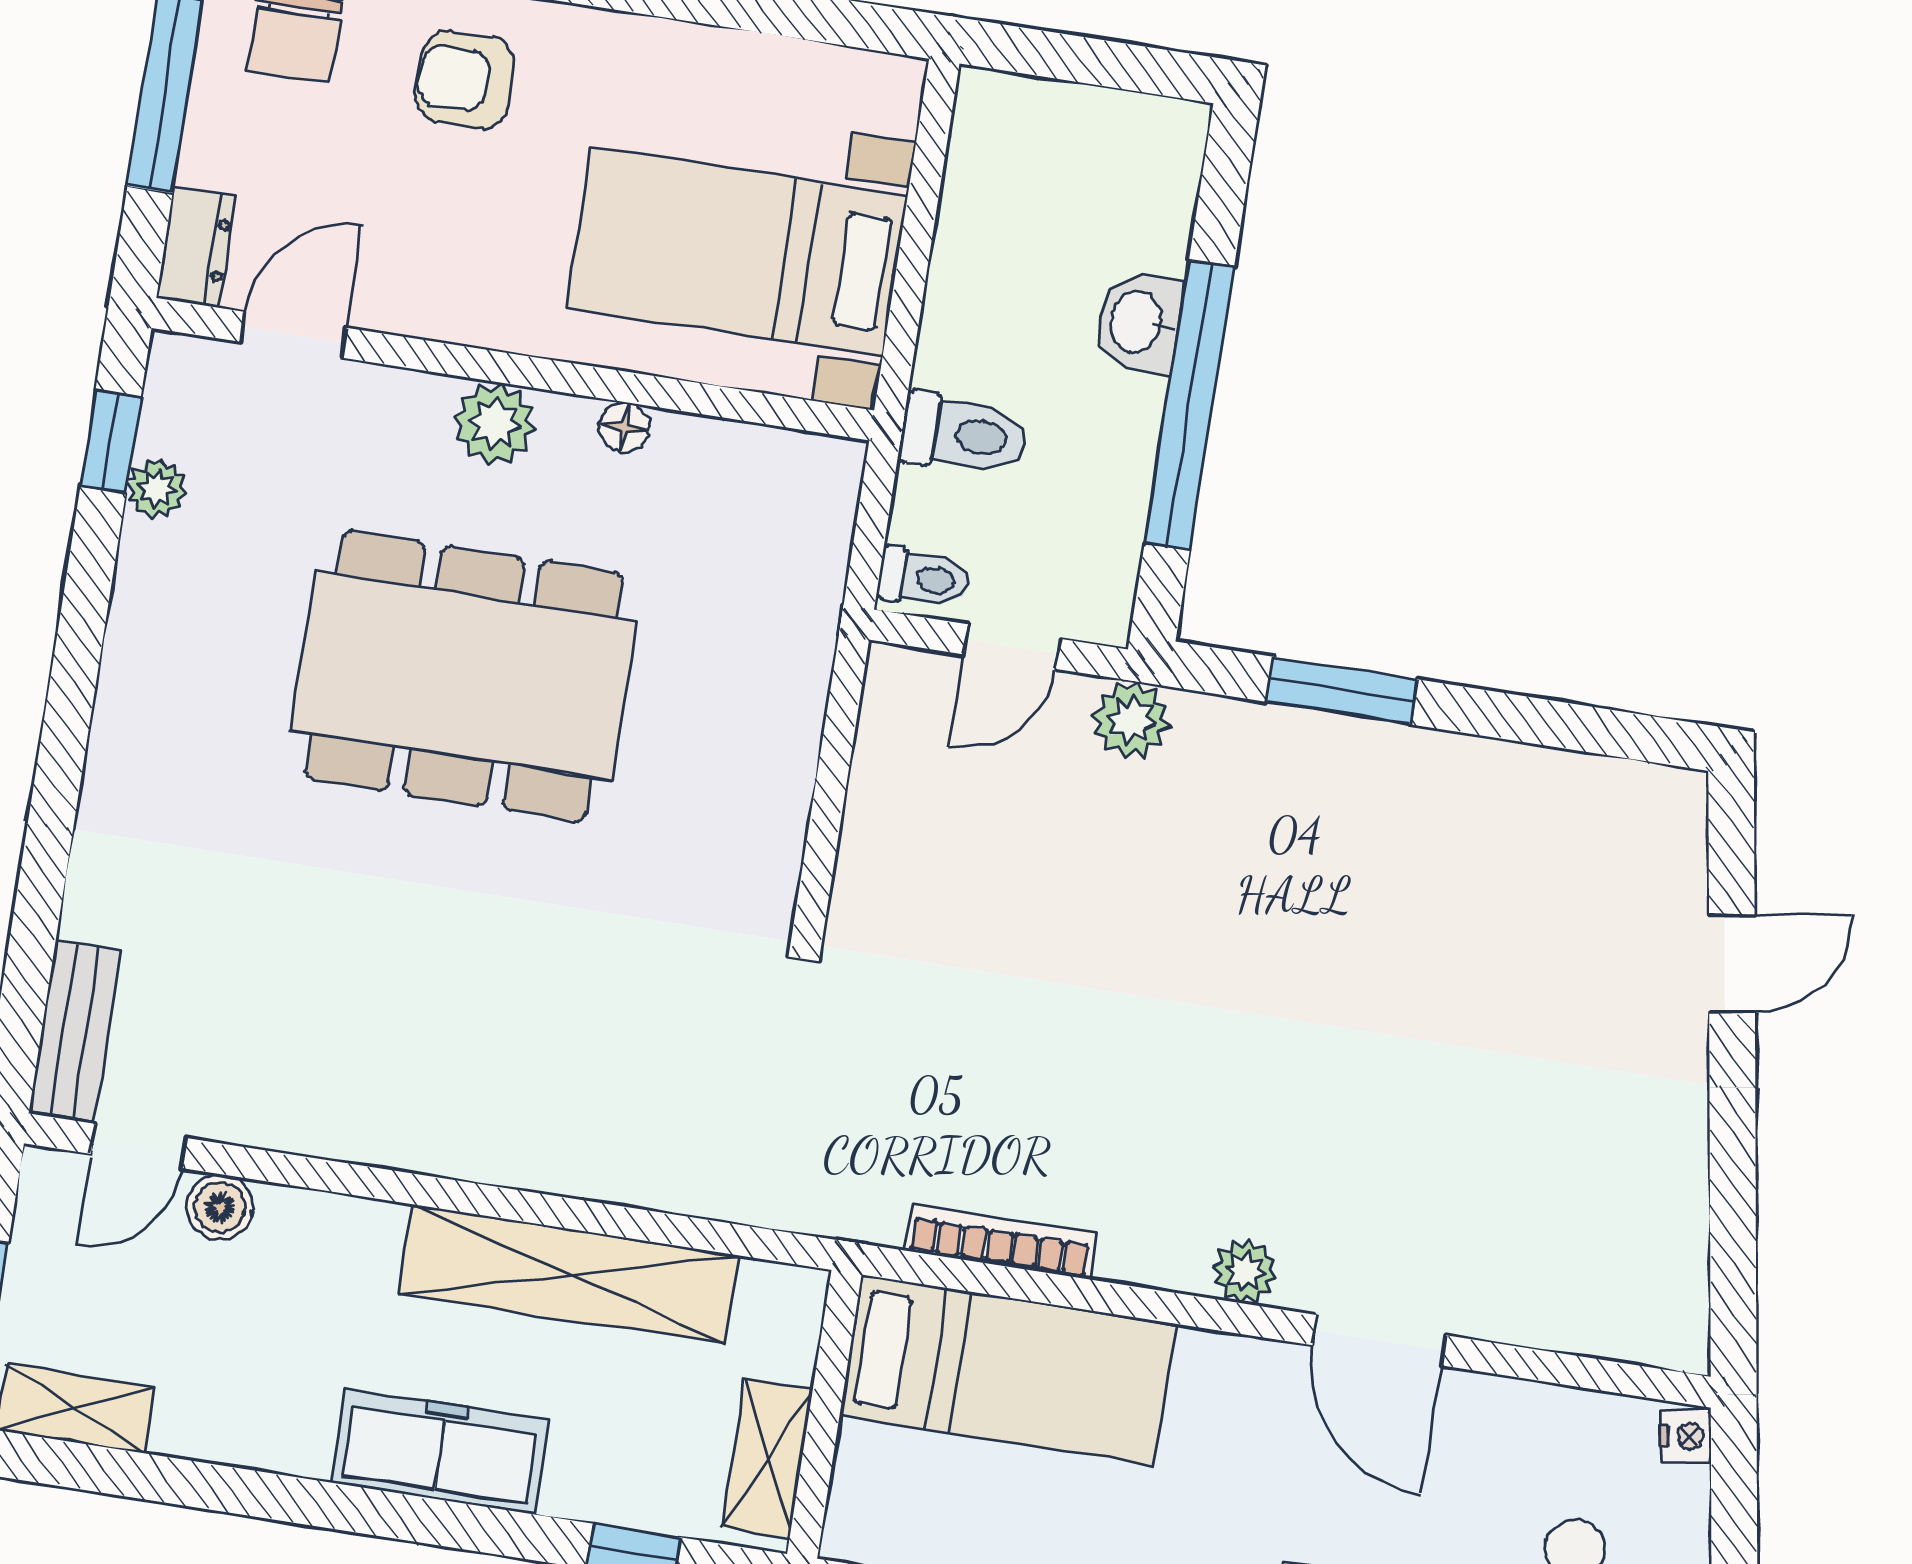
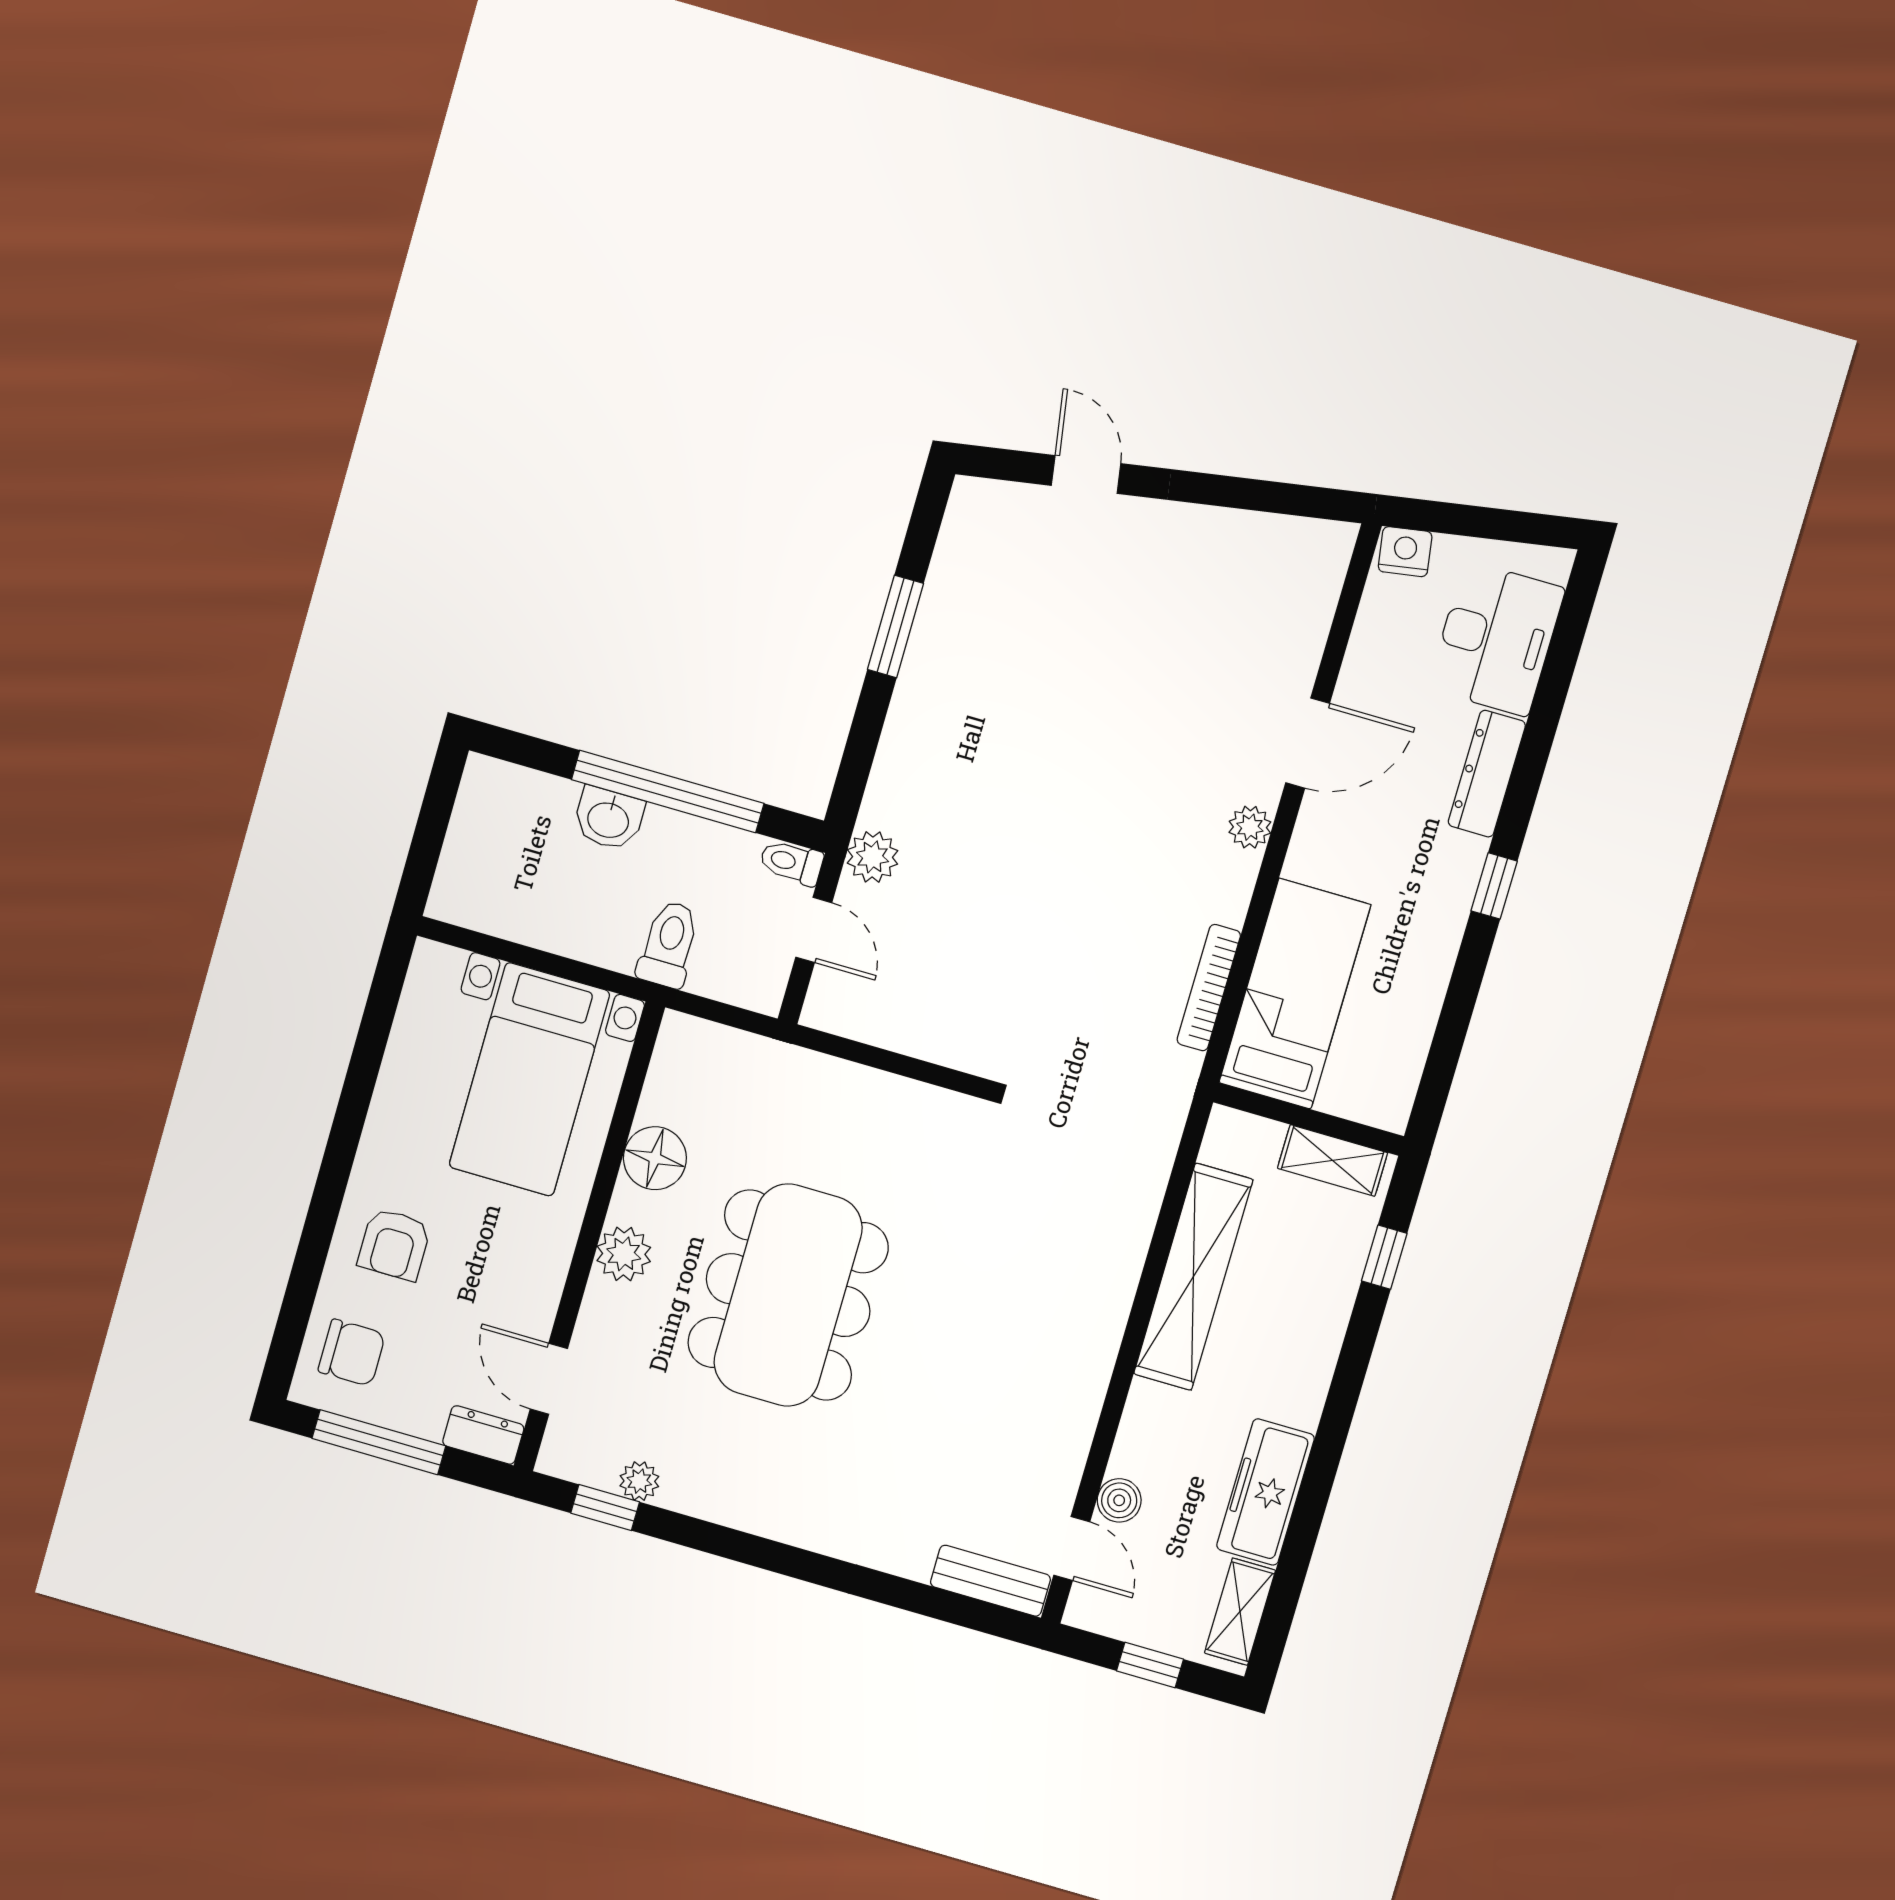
floor lamp: (625, 427) -> (655, 1158), width x1.89, depth x1.89
toilet: (924, 578) -> (791, 862), moved, turned -90
window: (1342, 691) -> (896, 626), moved
nightstand: (1686, 1436) -> (1405, 552), width x1.39, depth x1.35
freezer: (441, 1451) -> (1265, 1492), moved

